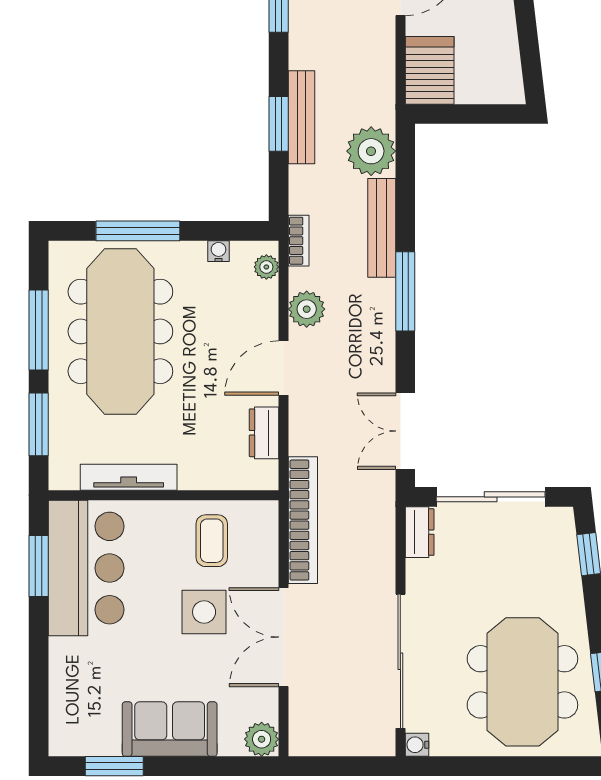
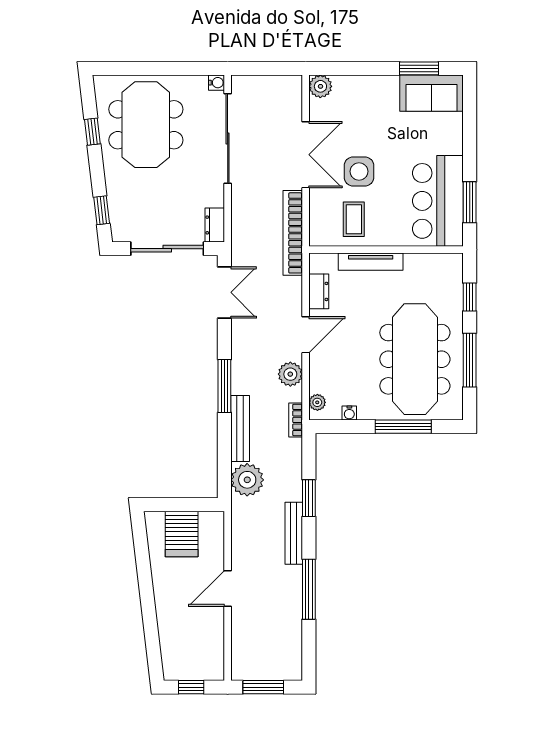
server rack: (430, 70) -> (182, 534), moved
bench: (301, 117) -> (294, 533), moved
window: (39, 424) -> (470, 297), width x0.67
tv unit: (129, 477) -> (371, 262), moved
sofa: (170, 729) -> (431, 93), moved

